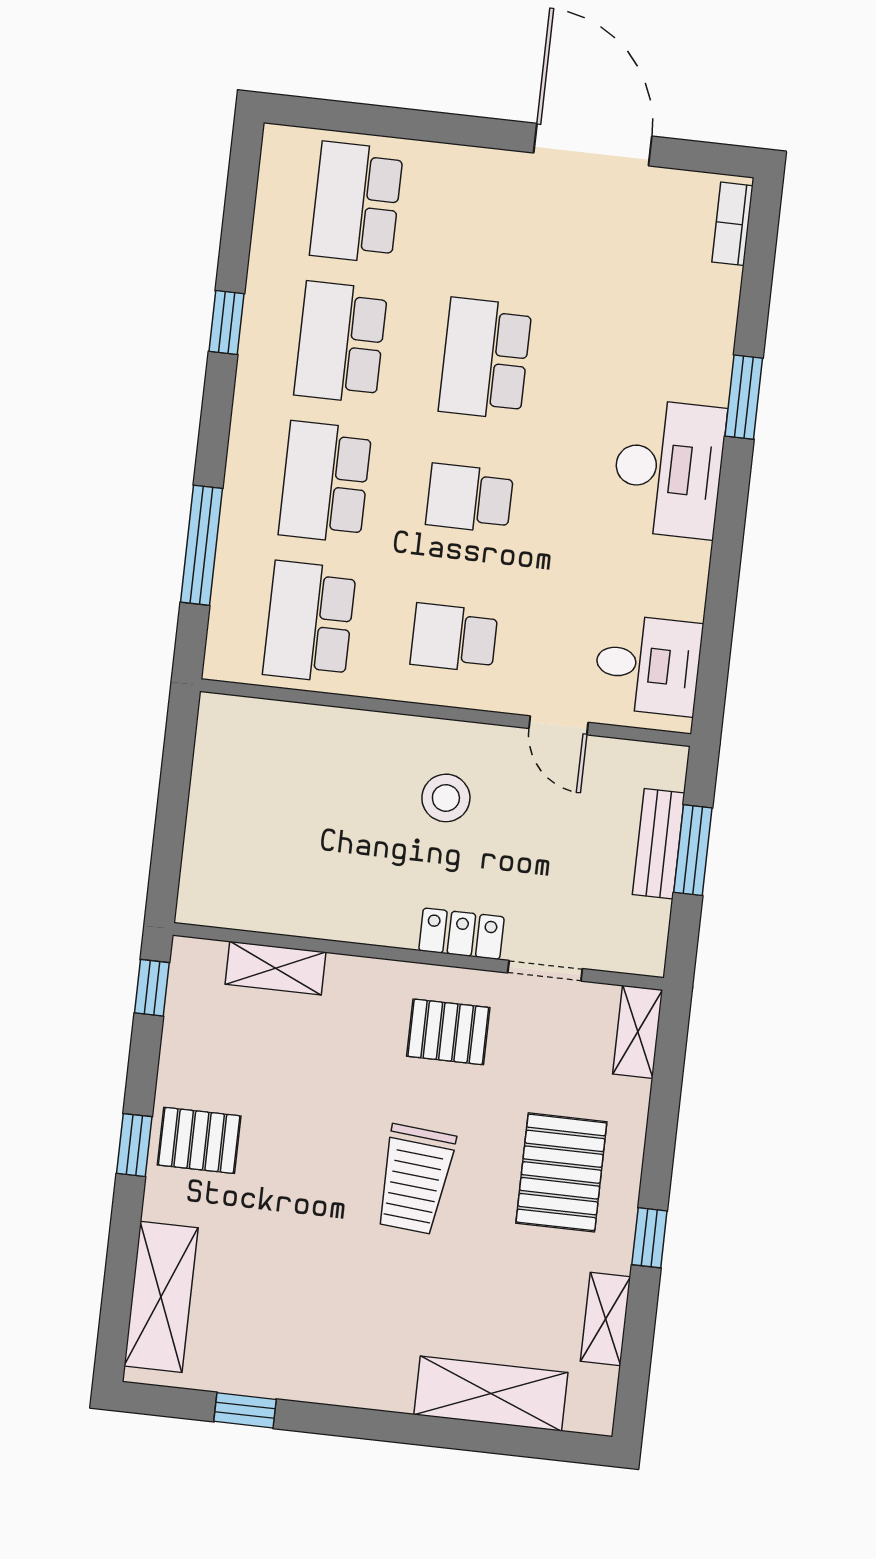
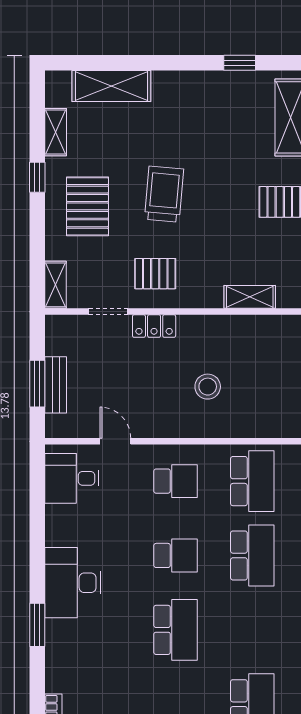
school desk: (341, 342) -> (252, 630), removed
stool: (446, 798) -> (208, 387), moved

